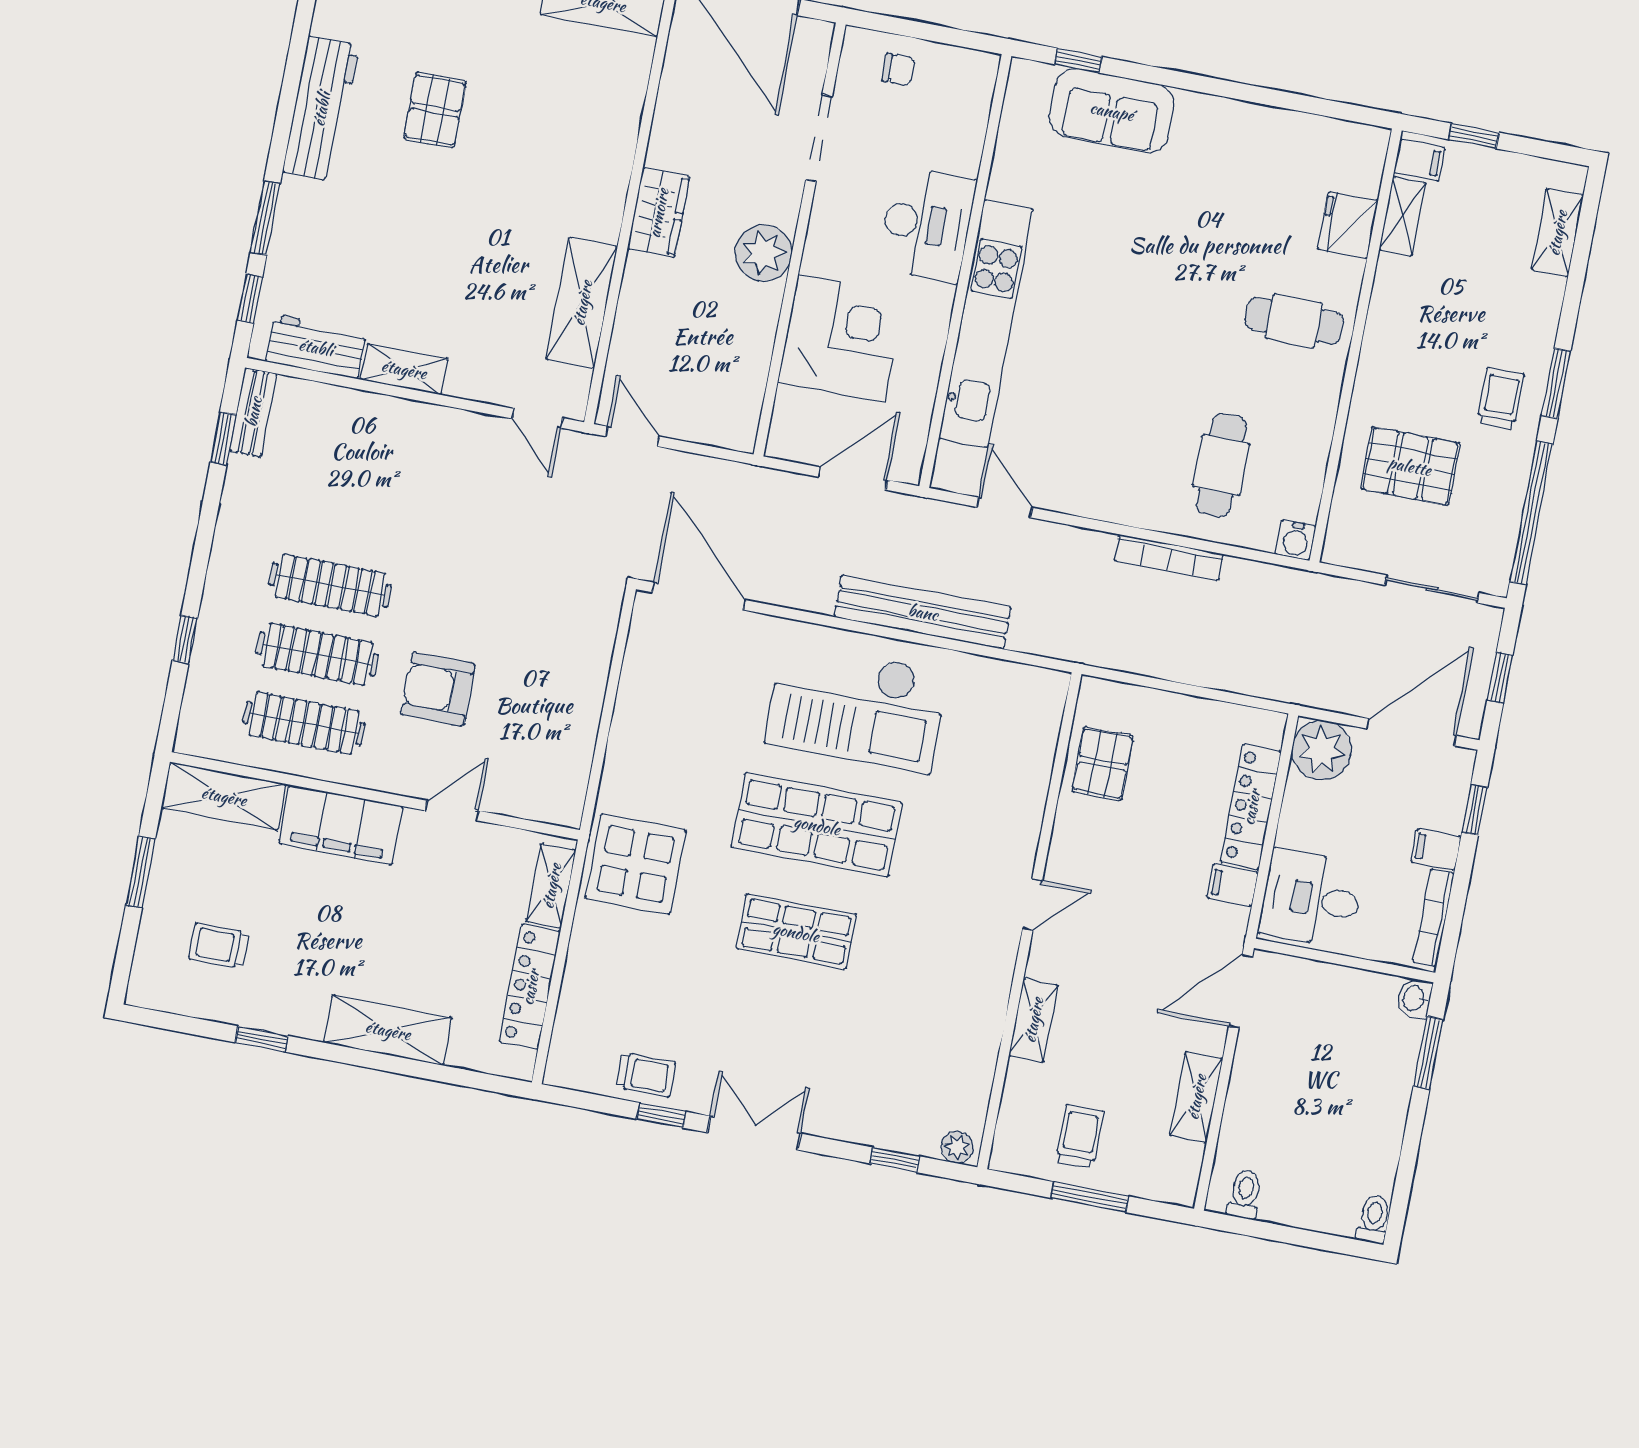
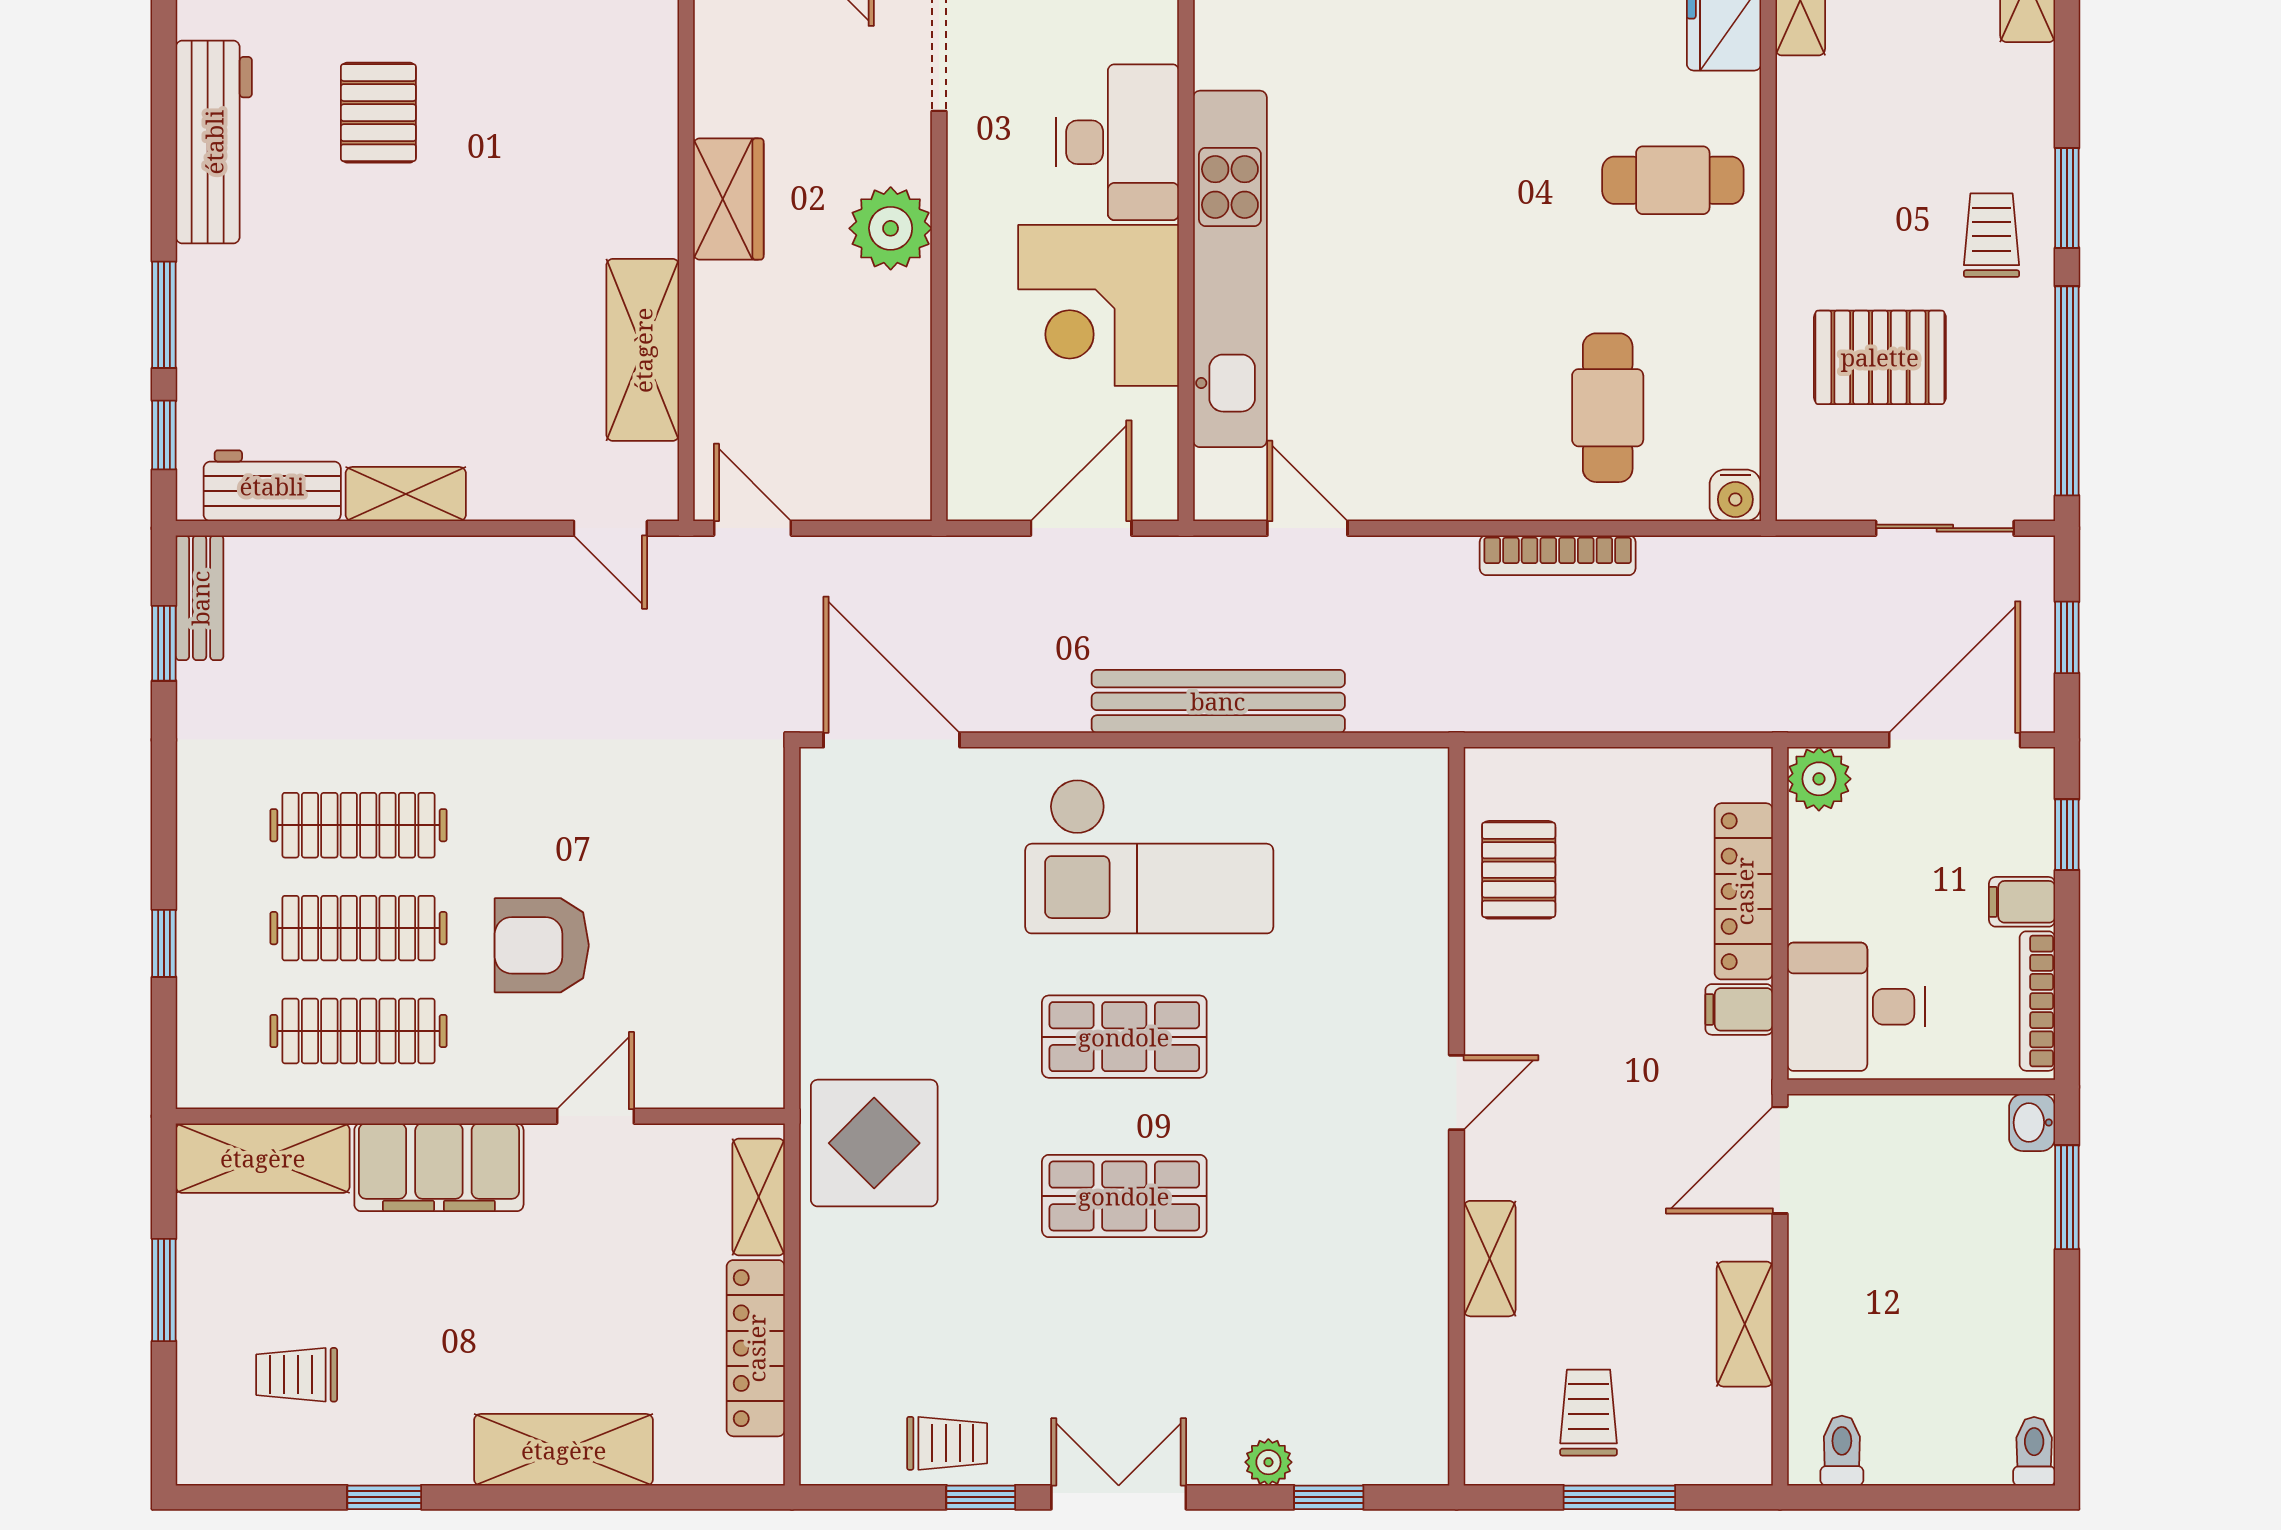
corner desk: (842, 338) -> (1099, 305), moved, turned 180
plant: (1322, 750) -> (1819, 779), width x0.73, depth x0.73
shop shelf: (817, 825) -> (1124, 1037), width x0.70, depth x0.74
plant: (957, 1147) -> (1268, 1462), moved

